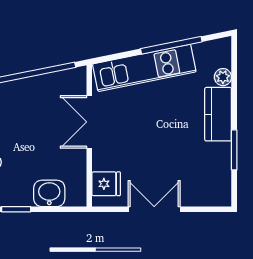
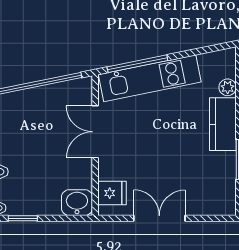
window: (171, 45) -> (137, 64), moved
washbasin: (49, 193) -> (77, 203), moved

